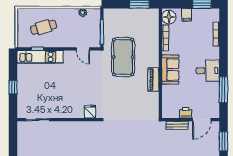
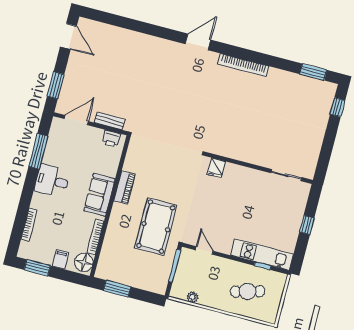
printer: (186, 113) -> (111, 139), moved

